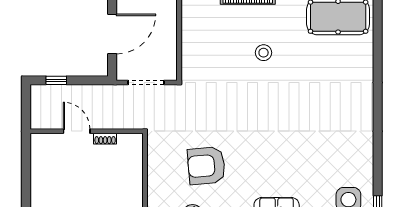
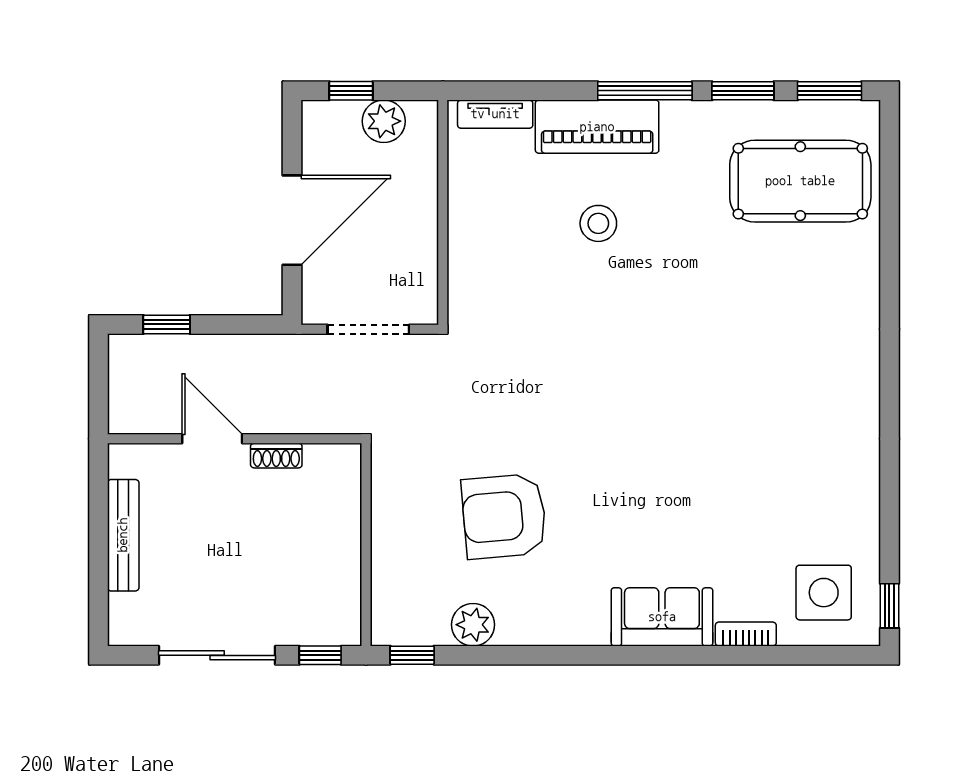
stool: (264, 53) -> (598, 223), moved
bench: (37, 174) -> (123, 535), added

